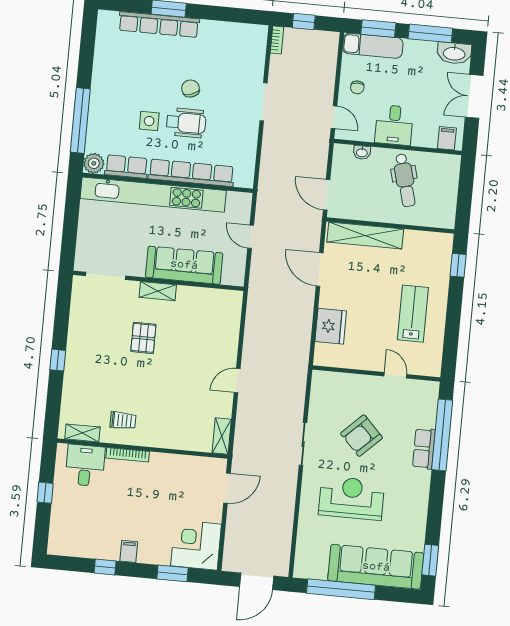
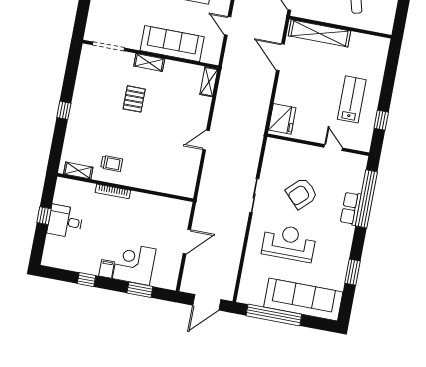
window: (458, 265) -> (381, 120), moved
fridge: (331, 326) -> (282, 119), moved
shelving: (222, 436) -> (209, 82), moved
desk: (85, 465) -> (65, 221), moved, turned -90
door: (227, 488) -> (187, 242), moved
corner desk: (196, 545) -> (134, 264), moved
window: (430, 560) -> (352, 272), moved

